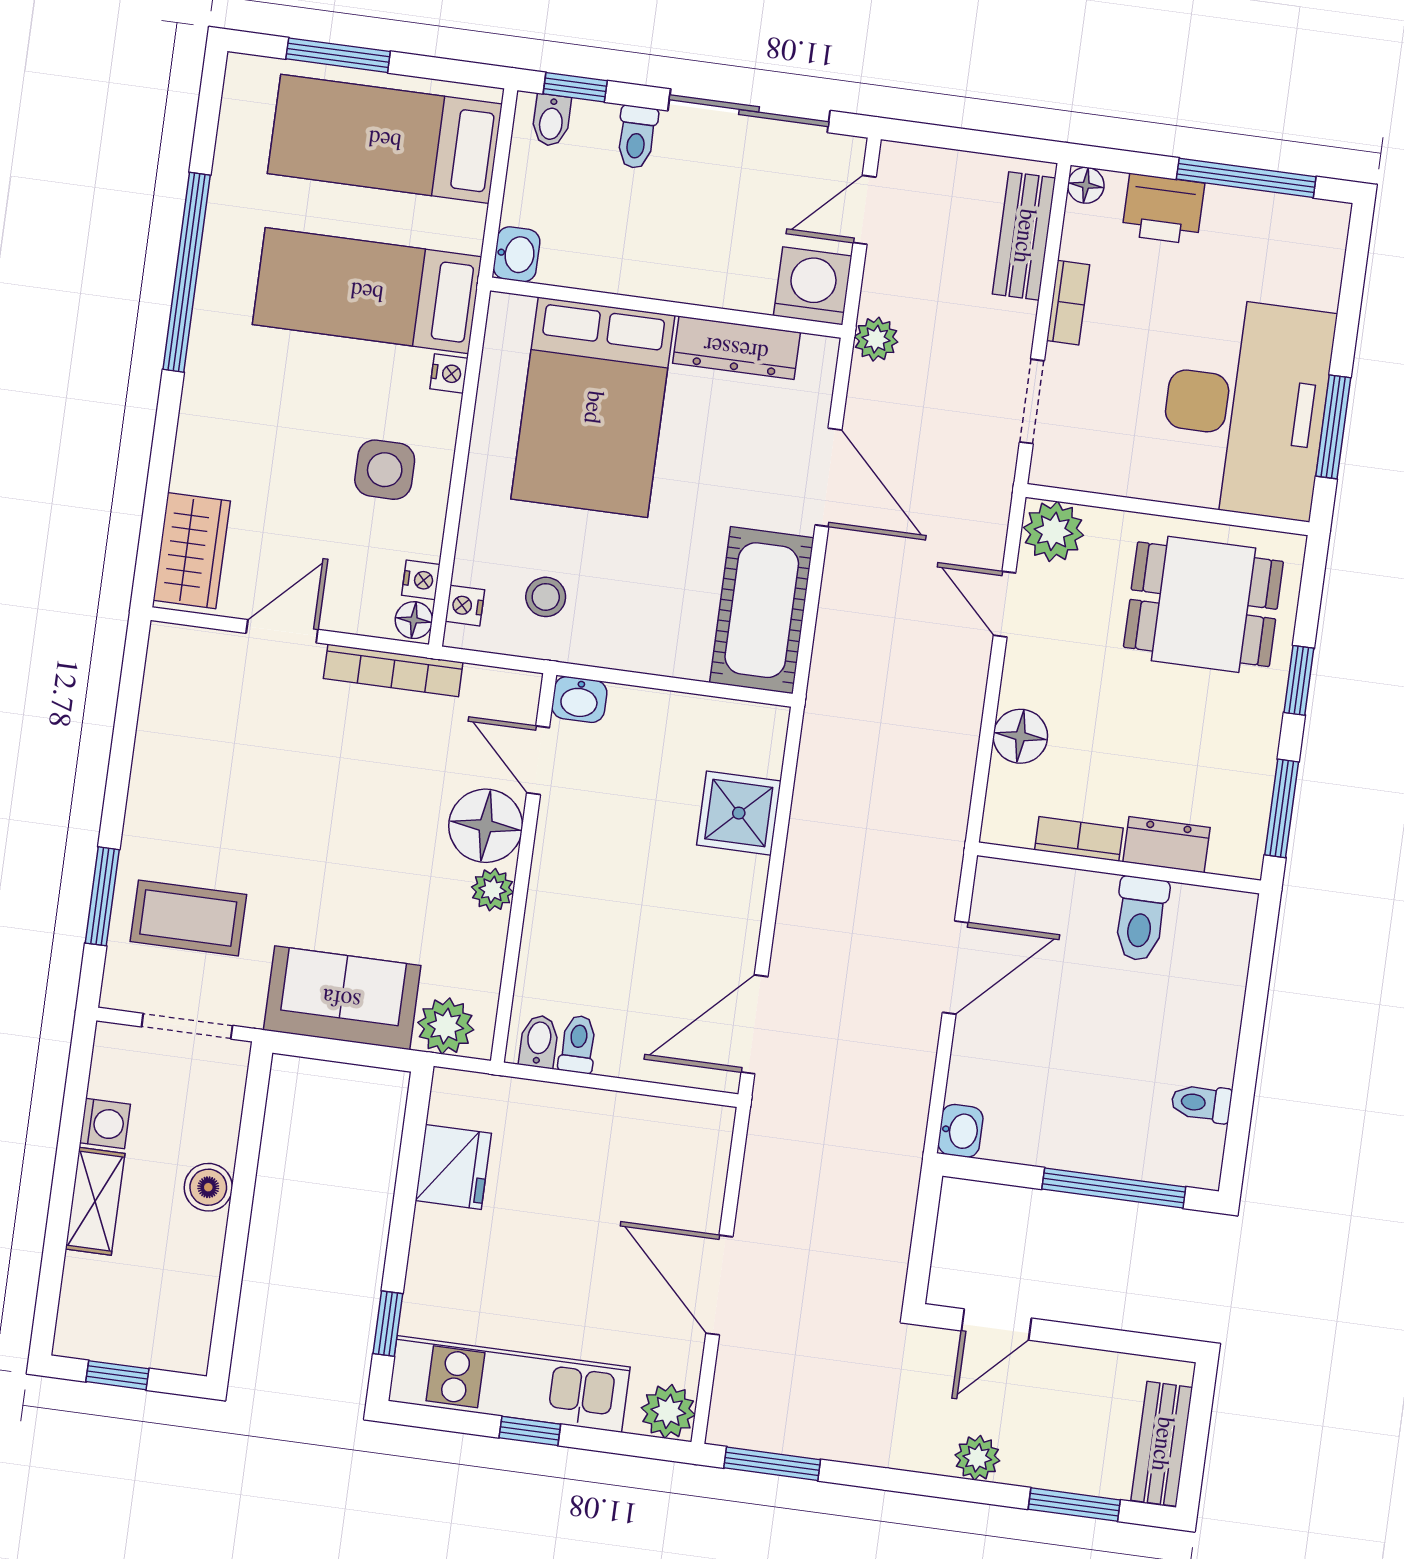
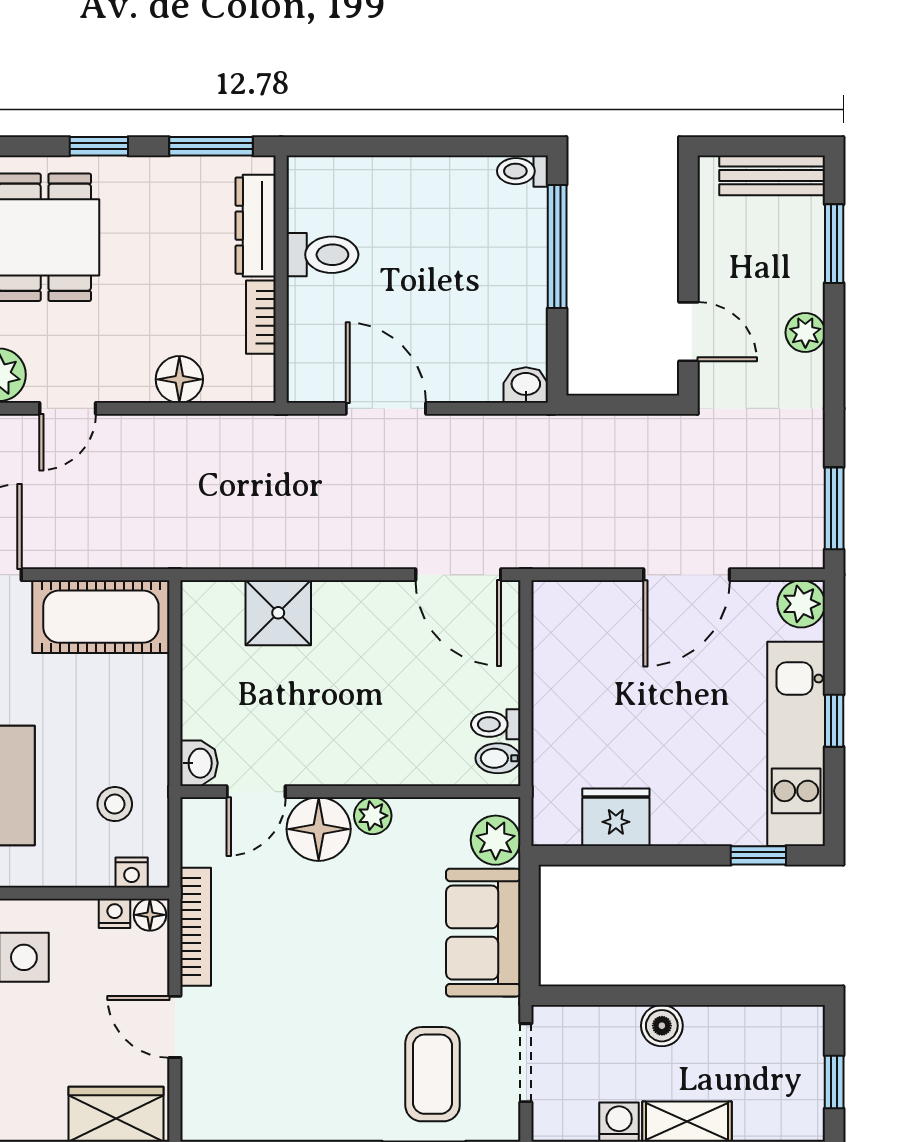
dresser: (1166, 845) -> (256, 226), width x1.44
toilet: (1201, 1103) -> (522, 171), moved, turned 90

